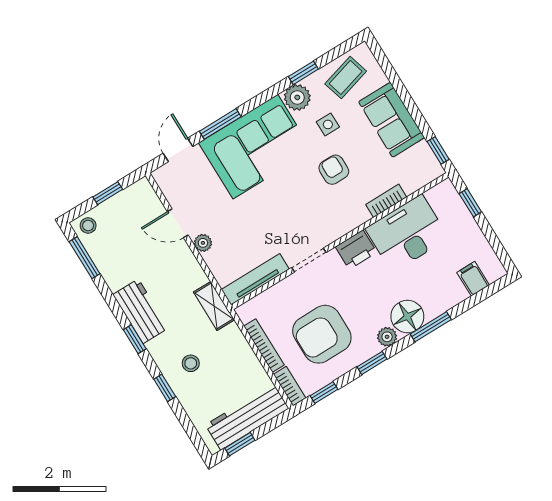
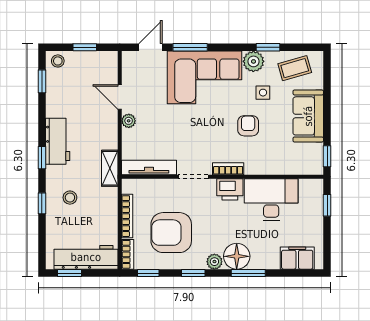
bookcase: (386, 201) -> (228, 169), moved
window: (85, 258) -> (42, 81), width x0.67
filing cabinet: (473, 279) -> (297, 258), width x2.00

